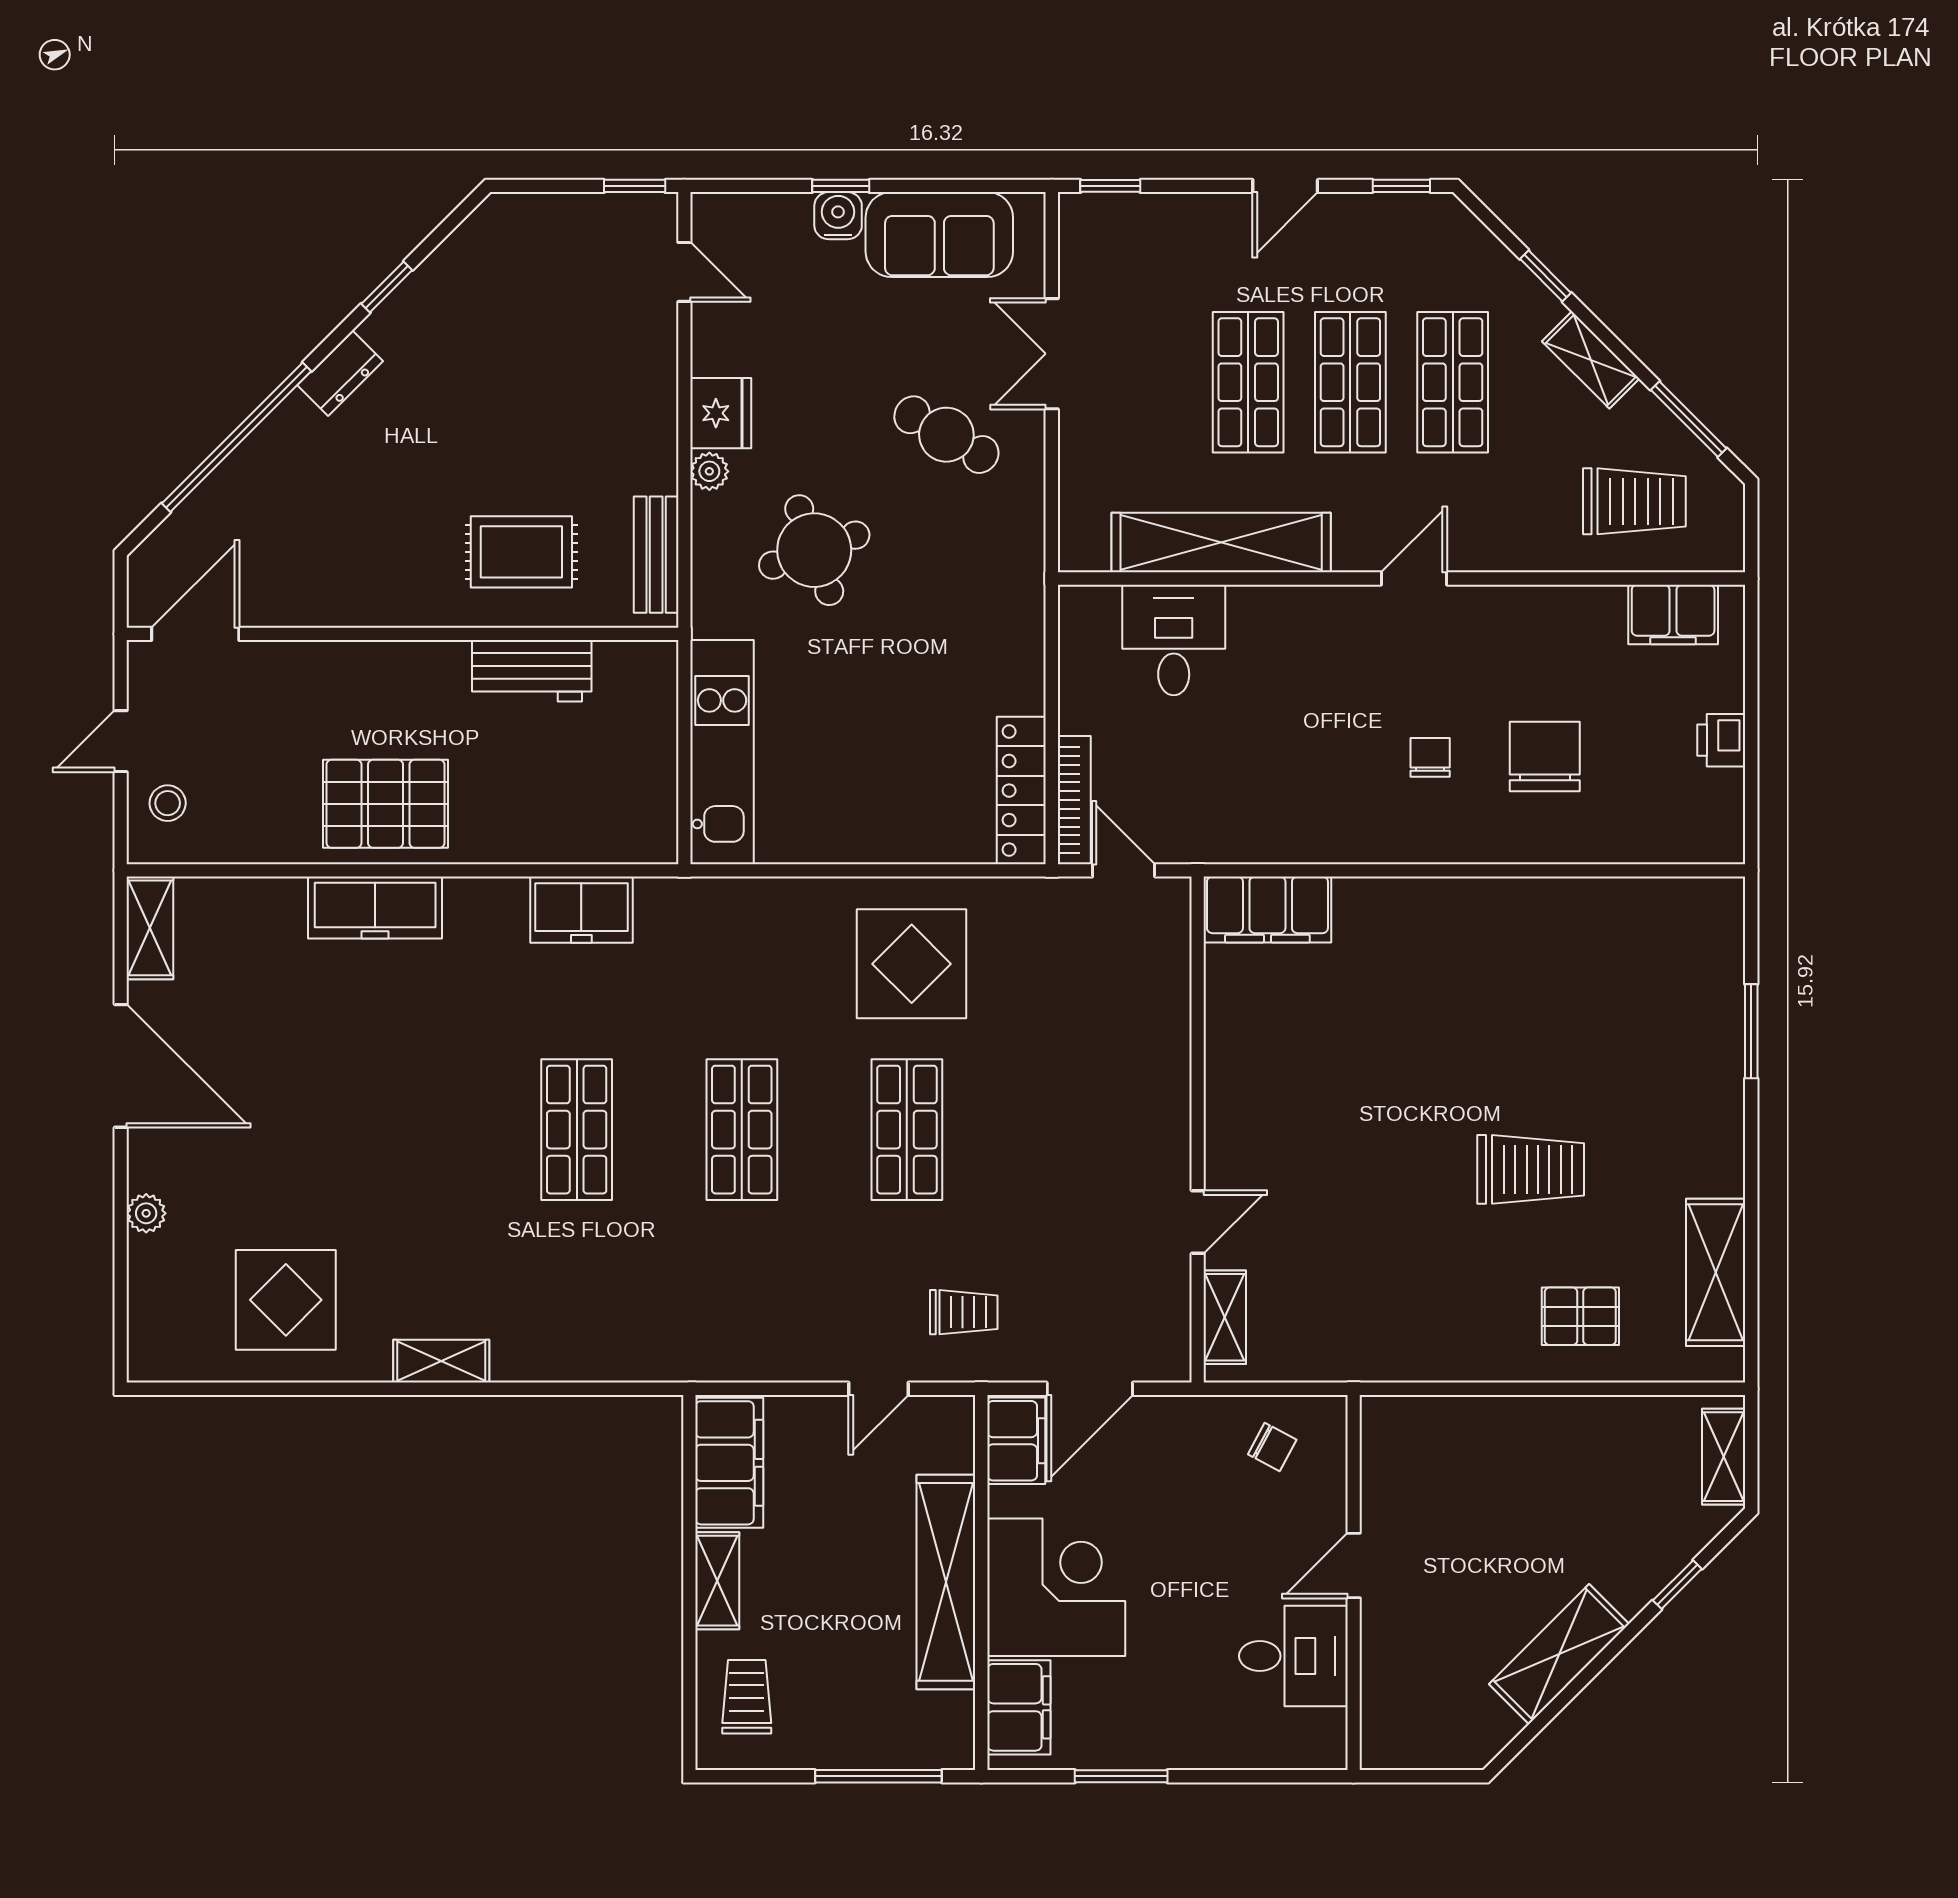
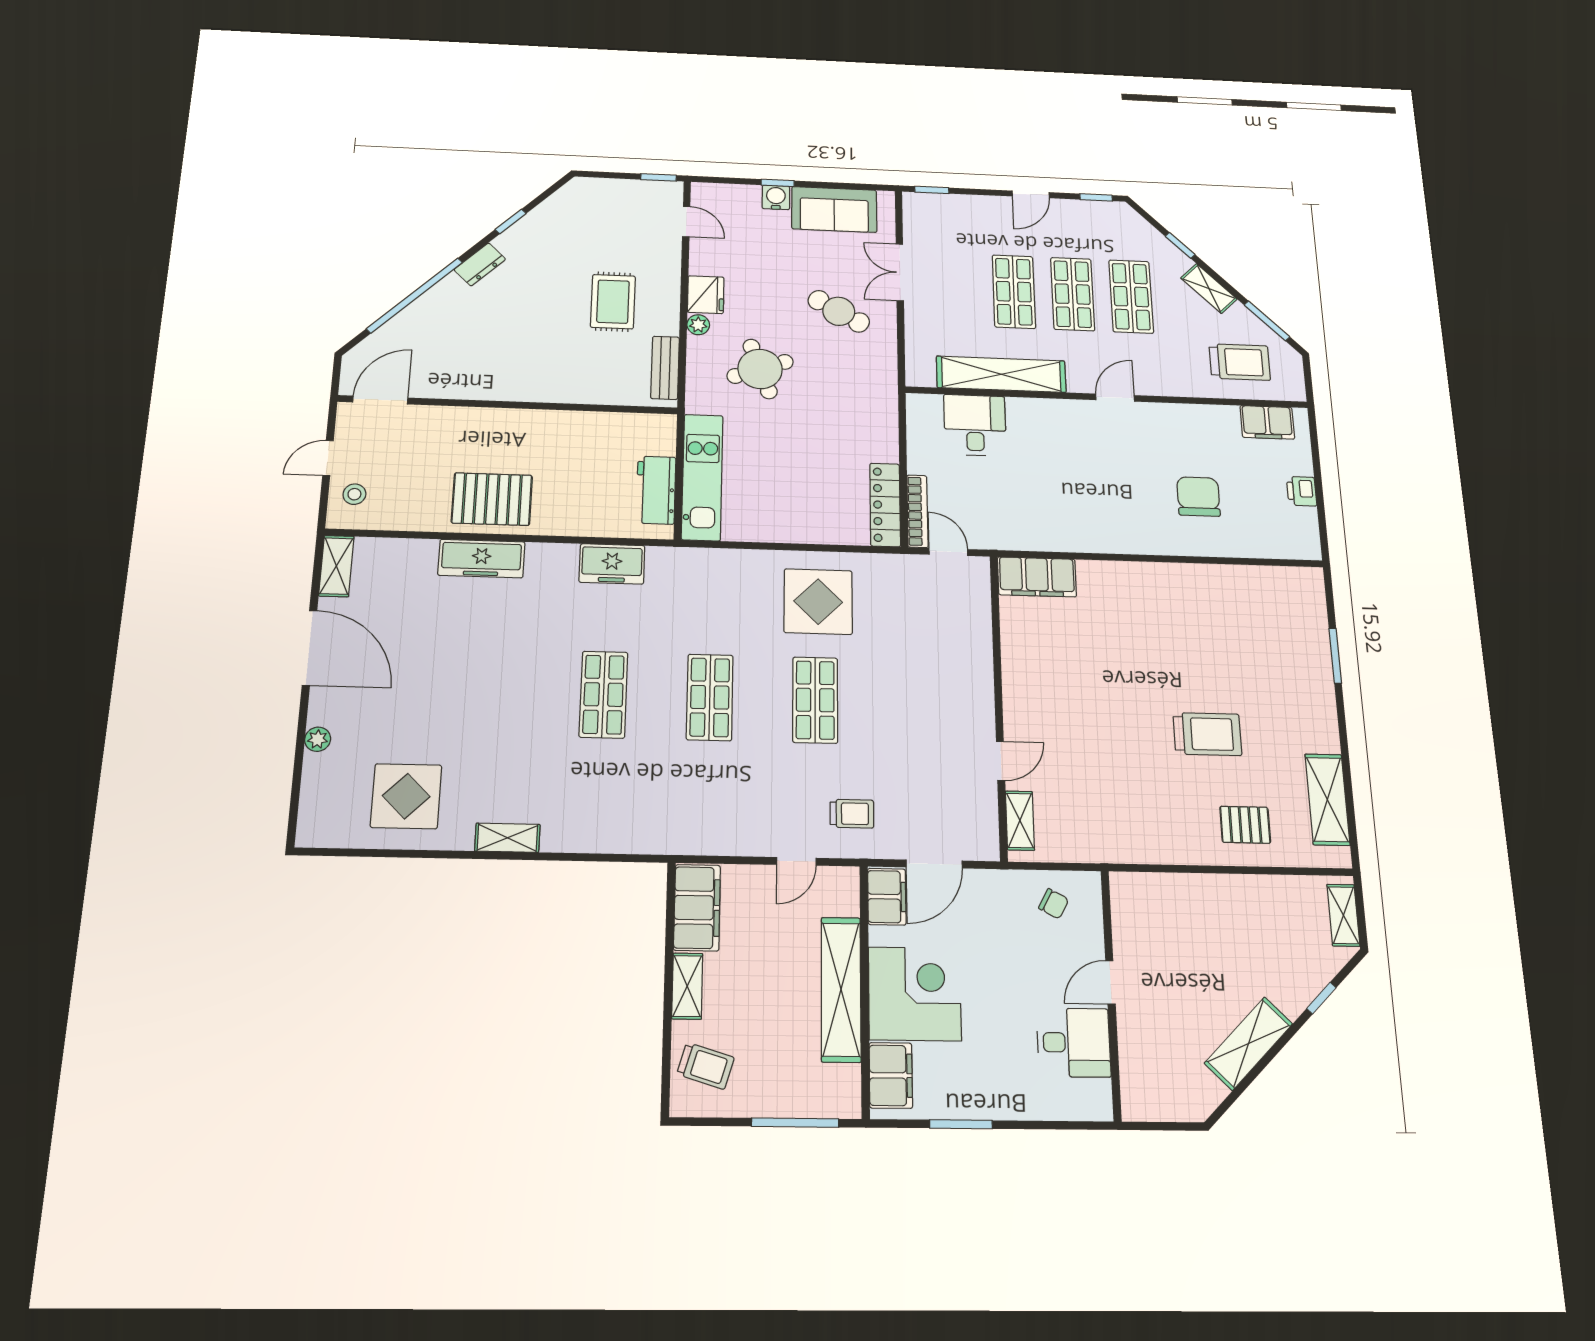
rug: (521, 552) -> (613, 302), moved, turned 90
workbench: (532, 671) -> (656, 490), moved, turned 90
chair: (1430, 757) -> (1130, 495), removed
trolley: (747, 1697) -> (705, 1066), turned 107

